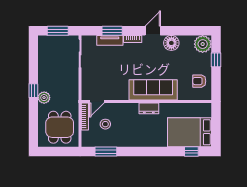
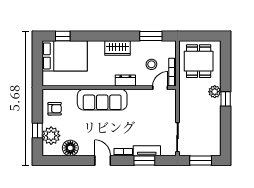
door: (153, 31) -> (103, 161), swing flipped
floor lamp: (171, 43) -> (70, 148), moved
plant: (203, 44) -> (51, 136), moved
dresser: (149, 108) -> (125, 81), moved
wardrobe: (138, 140) -> (118, 48), added

